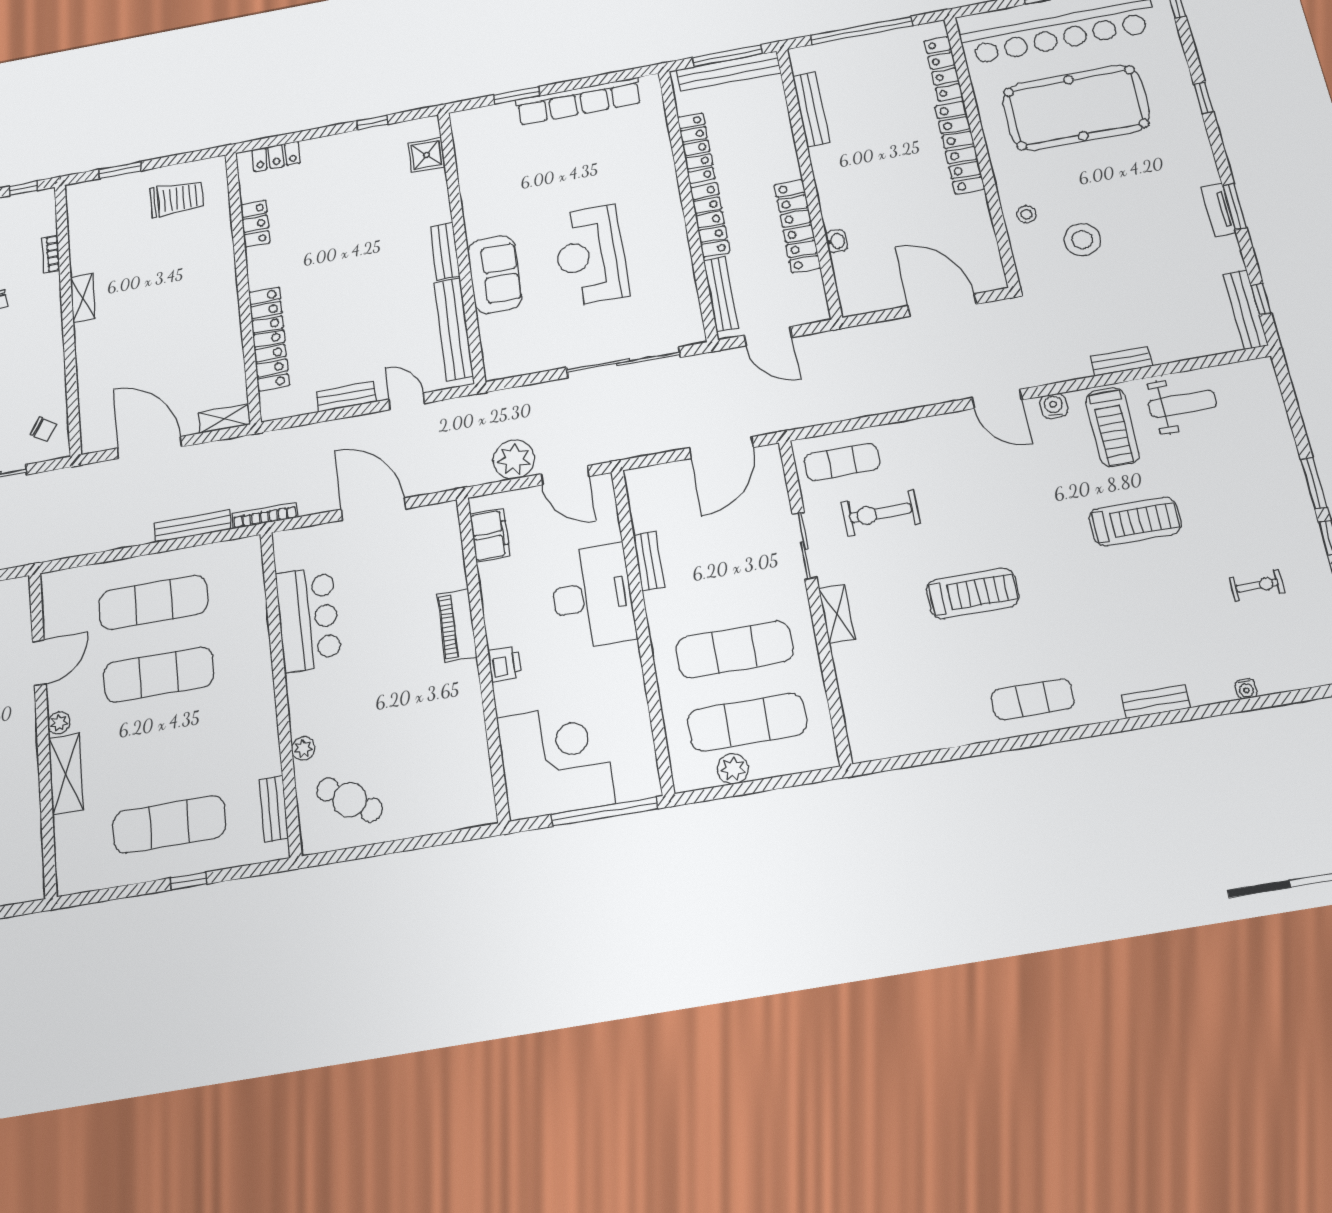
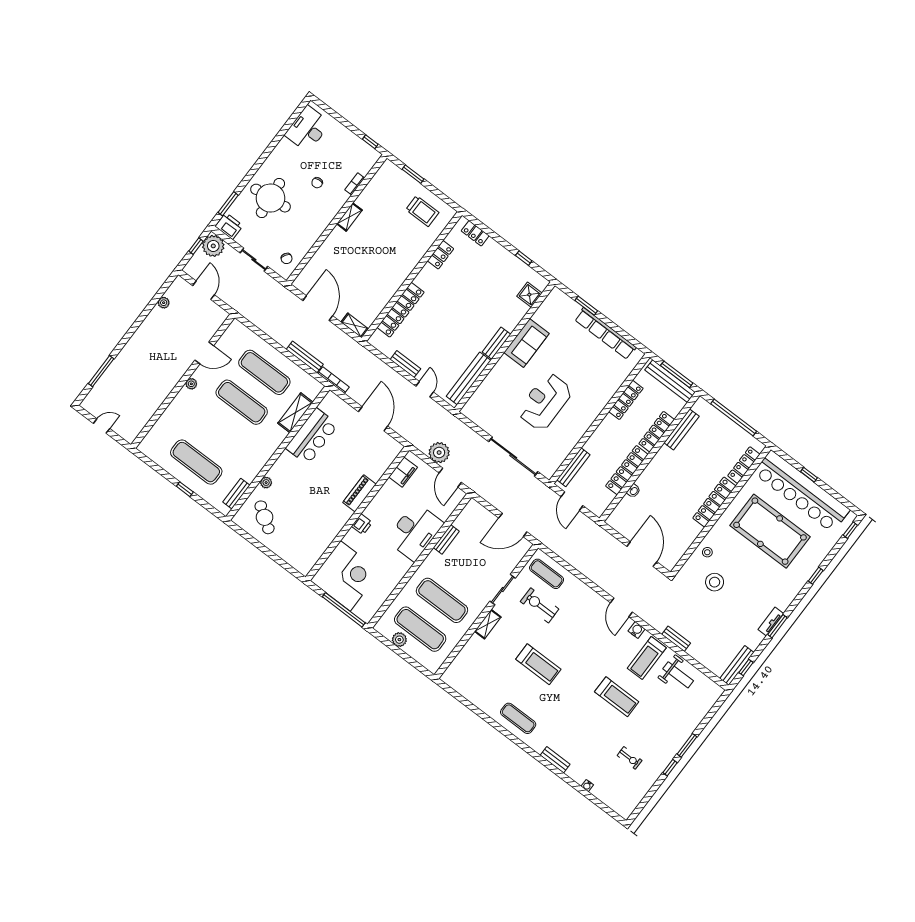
locker: (710, 220) -> (657, 432), moved, turned 180
sofa: (495, 275) -> (527, 343), moved
shelving: (66, 774) -> (295, 413), moved

